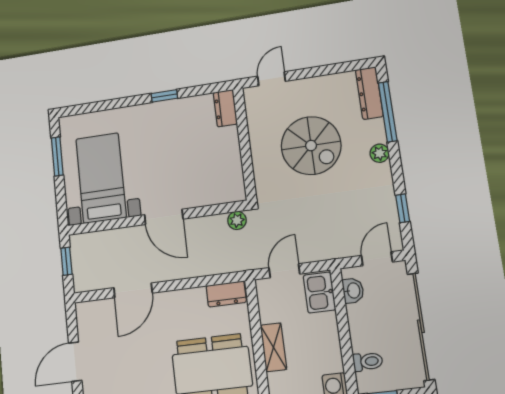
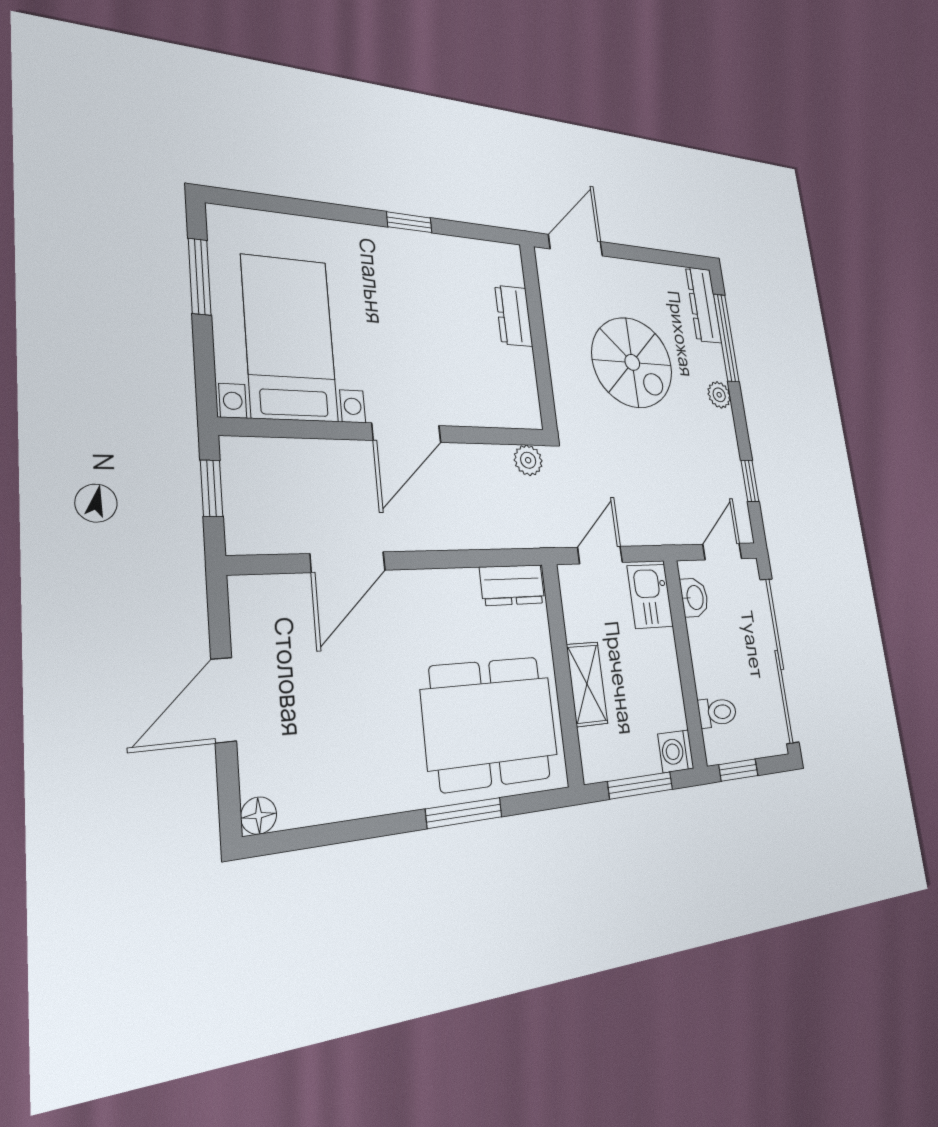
door: (271, 79) -> (576, 245), width x1.38
dresser: (225, 108) -> (514, 316), moved
door: (164, 217) -> (407, 433), hinge flipped

